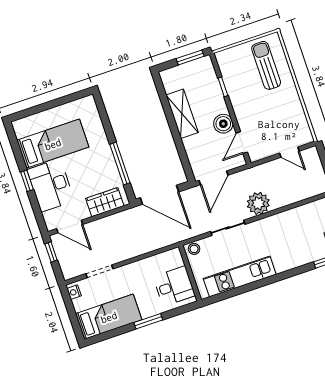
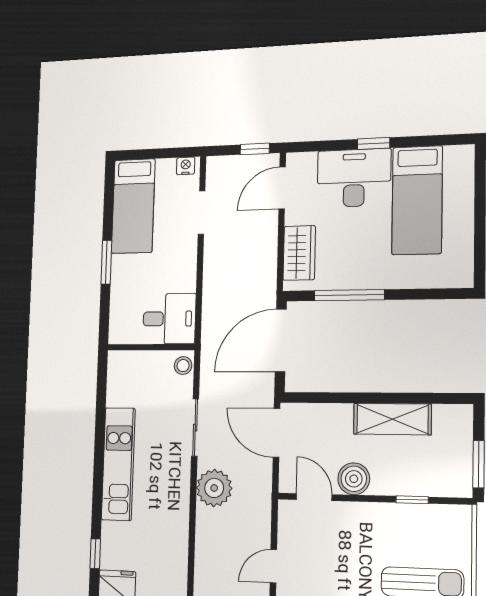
kitchen unit: (240, 276) -> (118, 464), moved
desk: (174, 286) -> (169, 319), moved, turned -90

